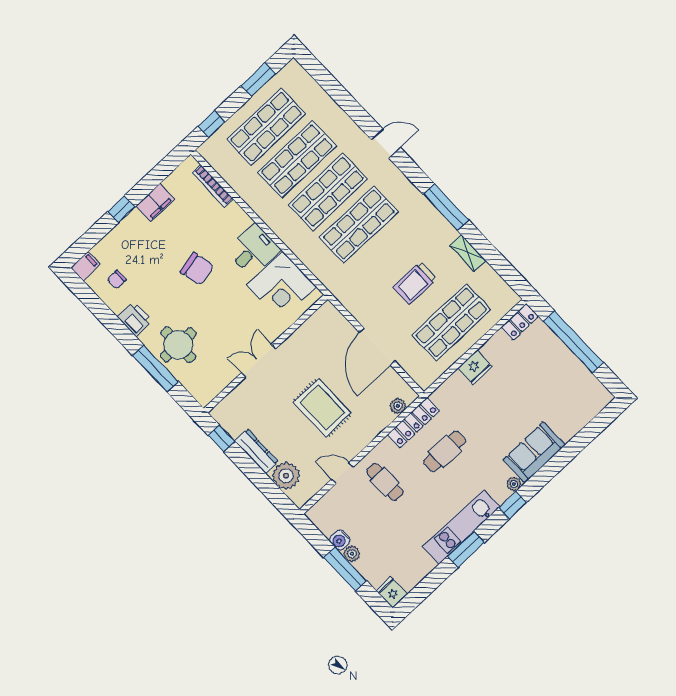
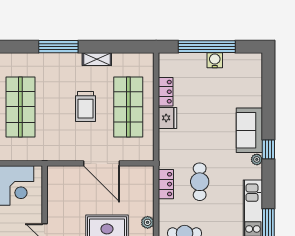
locker: (520, 322) -> (166, 92), moved
water cooler: (568, 361) -> (215, 60), added
plant: (398, 406) -> (148, 222), moved
locker: (413, 423) -> (166, 184), width x0.66
window: (513, 505) -> (268, 149), moved

